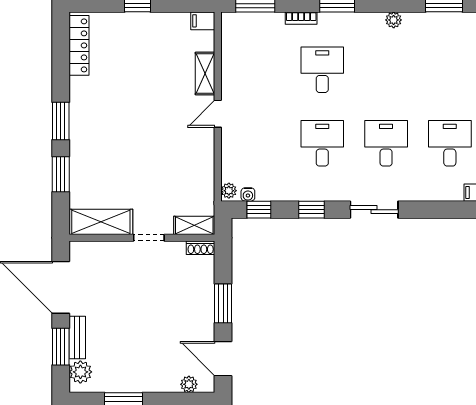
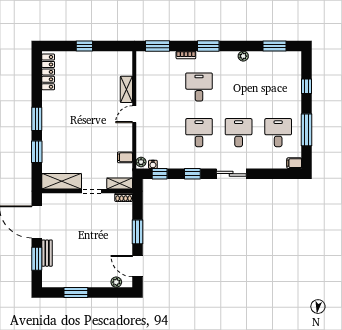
filing cabinet: (203, 21) -> (125, 157), moved
plant: (80, 372) -> (49, 274), removed

